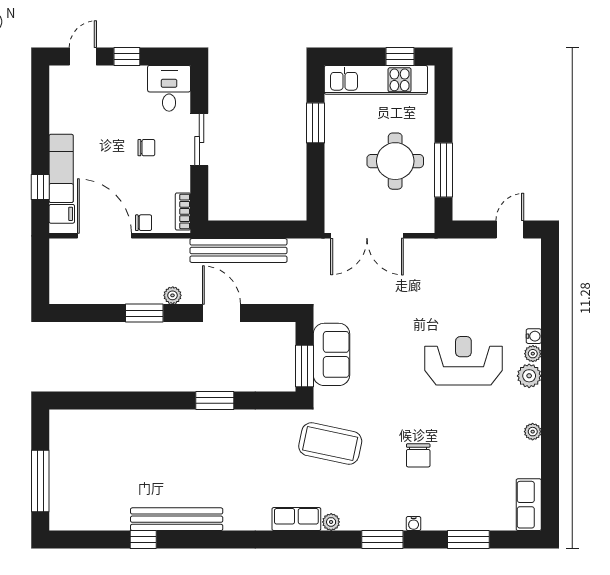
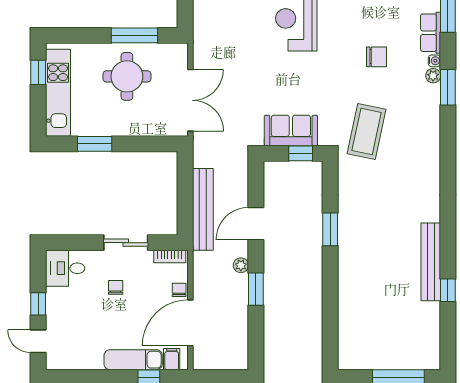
sliding door: (199, 139) -> (126, 243), moved
window: (304, 366) -> (301, 153), width x0.67
row of seats: (296, 519) -> (431, 33), moved
plant: (331, 522) -> (433, 76), moved

